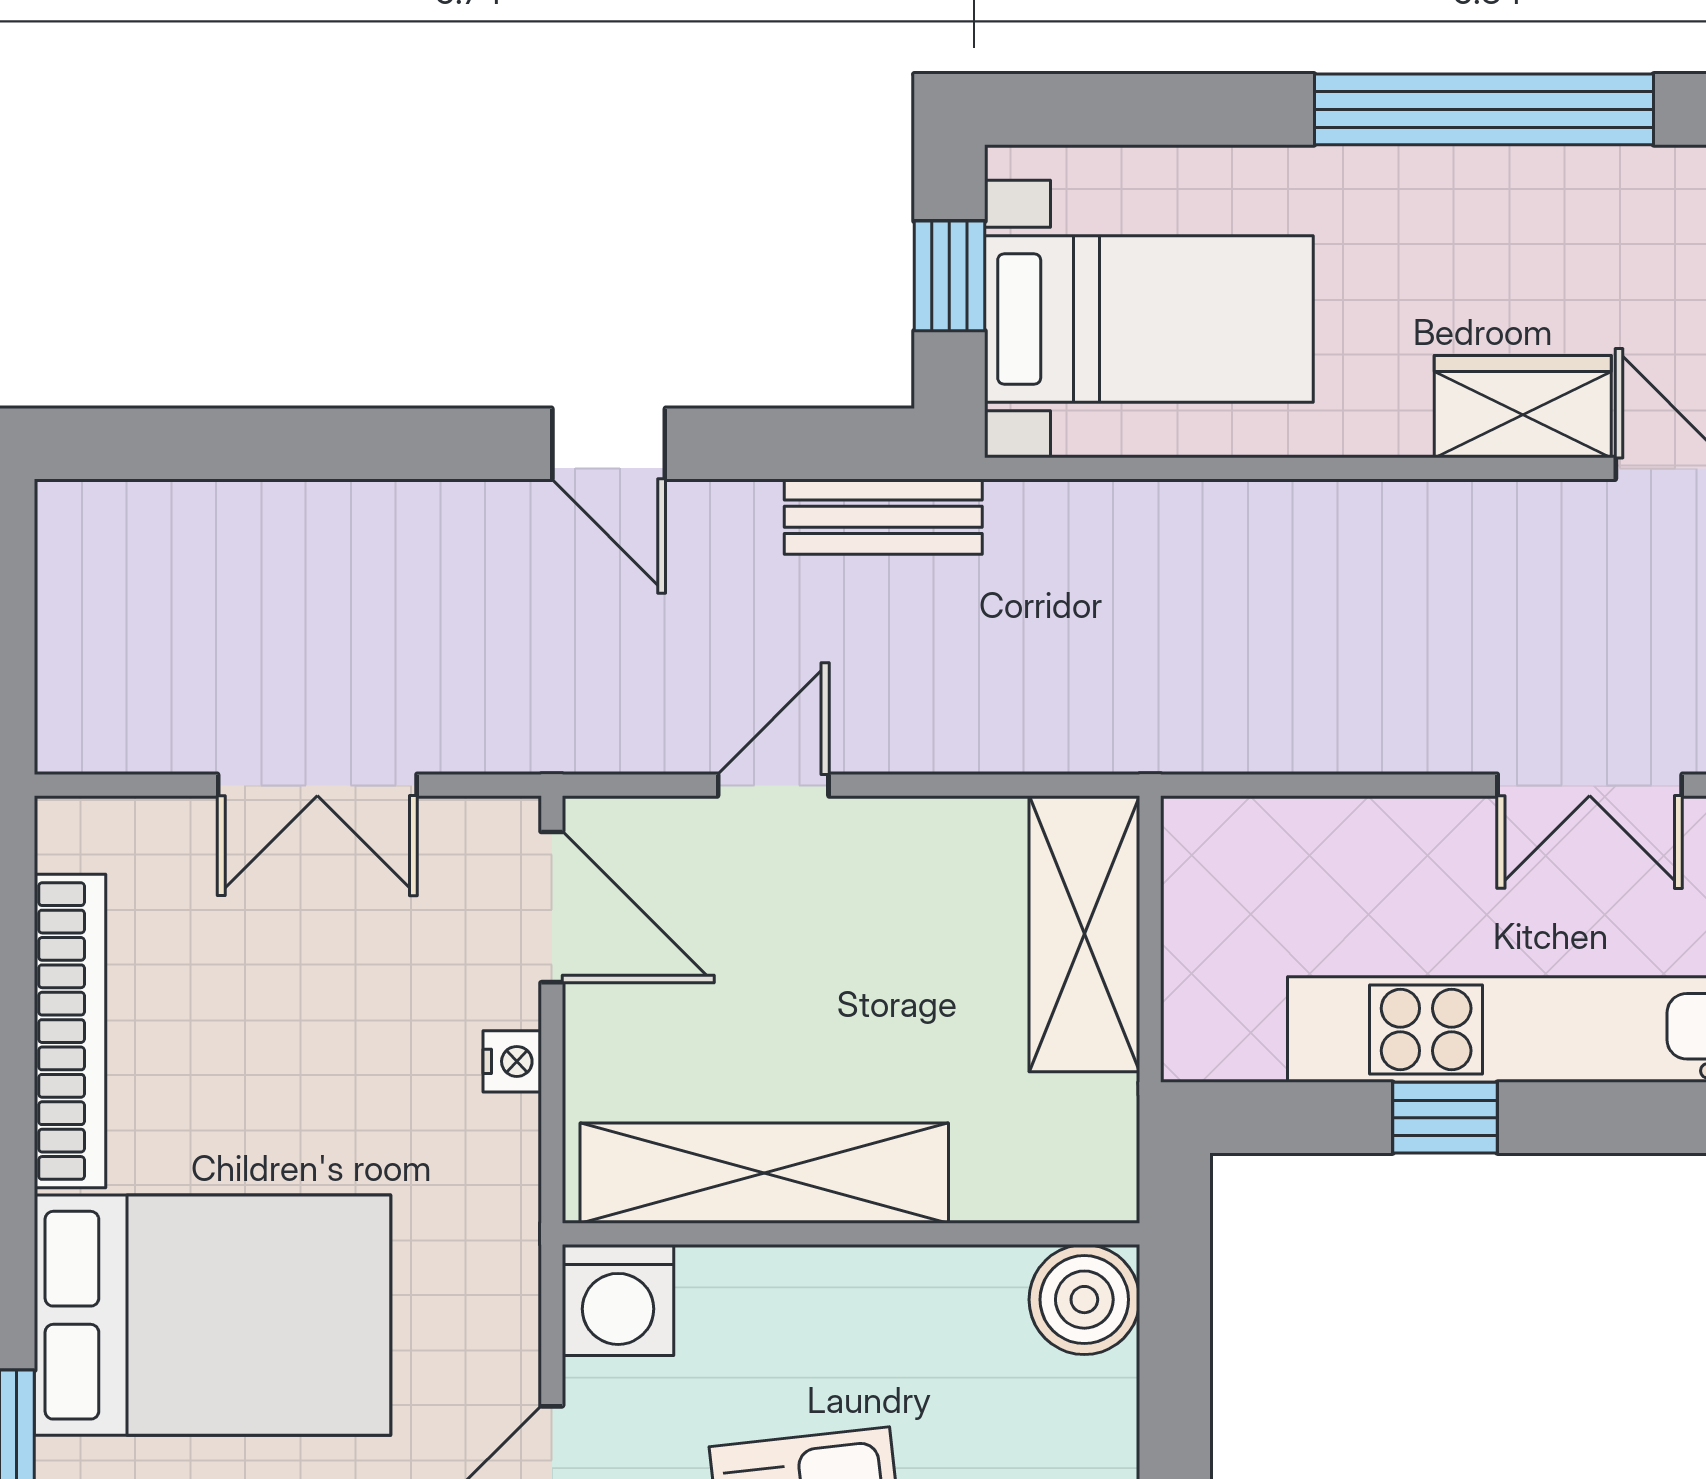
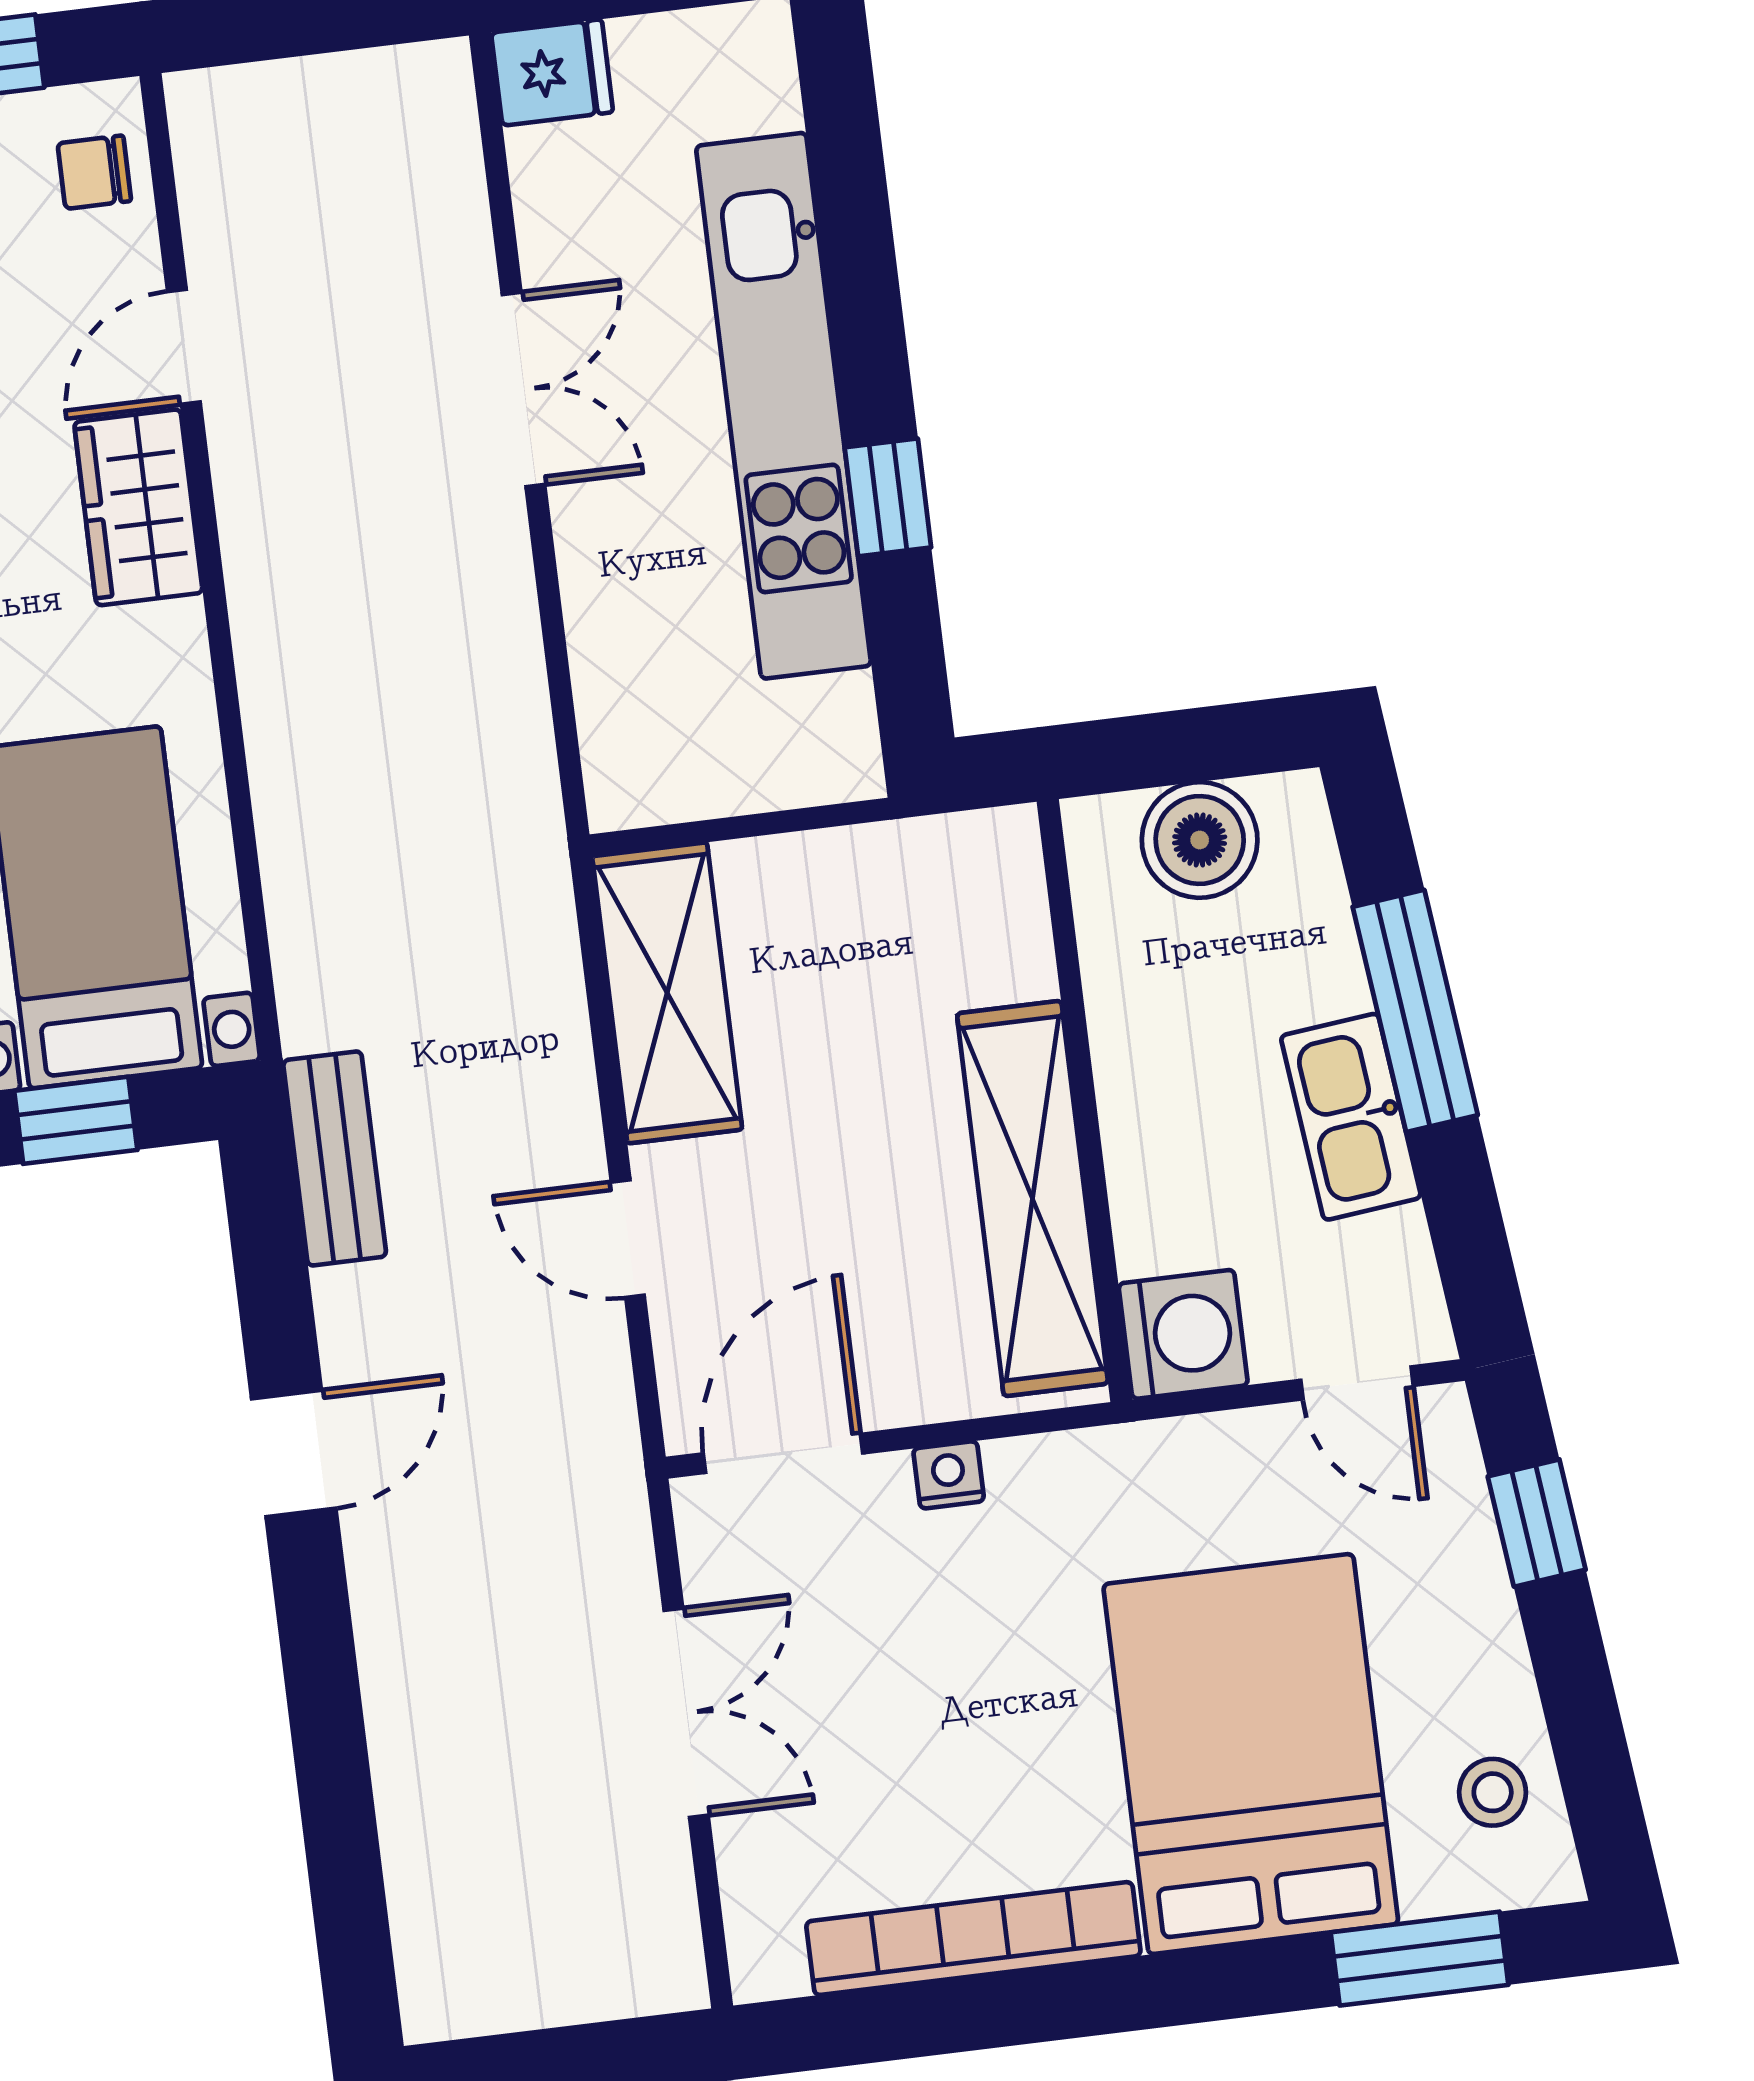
shelving: (1084, 934) -> (667, 993), moved, turned 90
boiler: (1084, 1300) -> (1200, 840), moved

